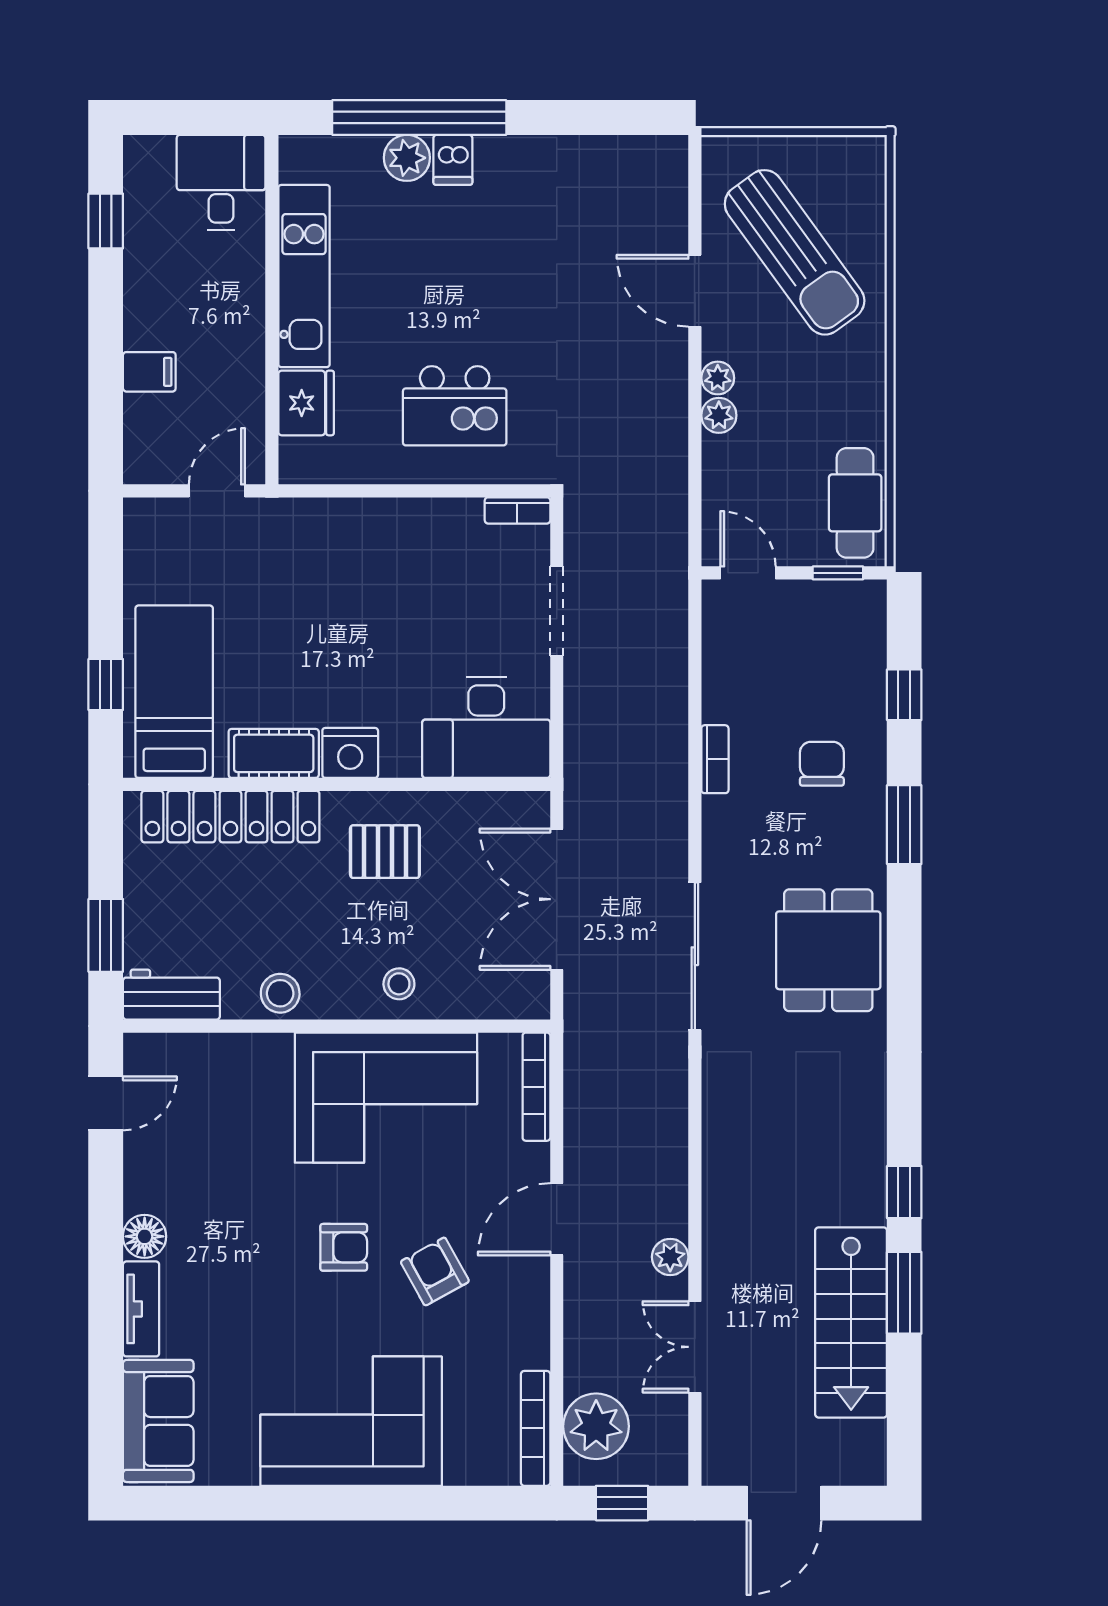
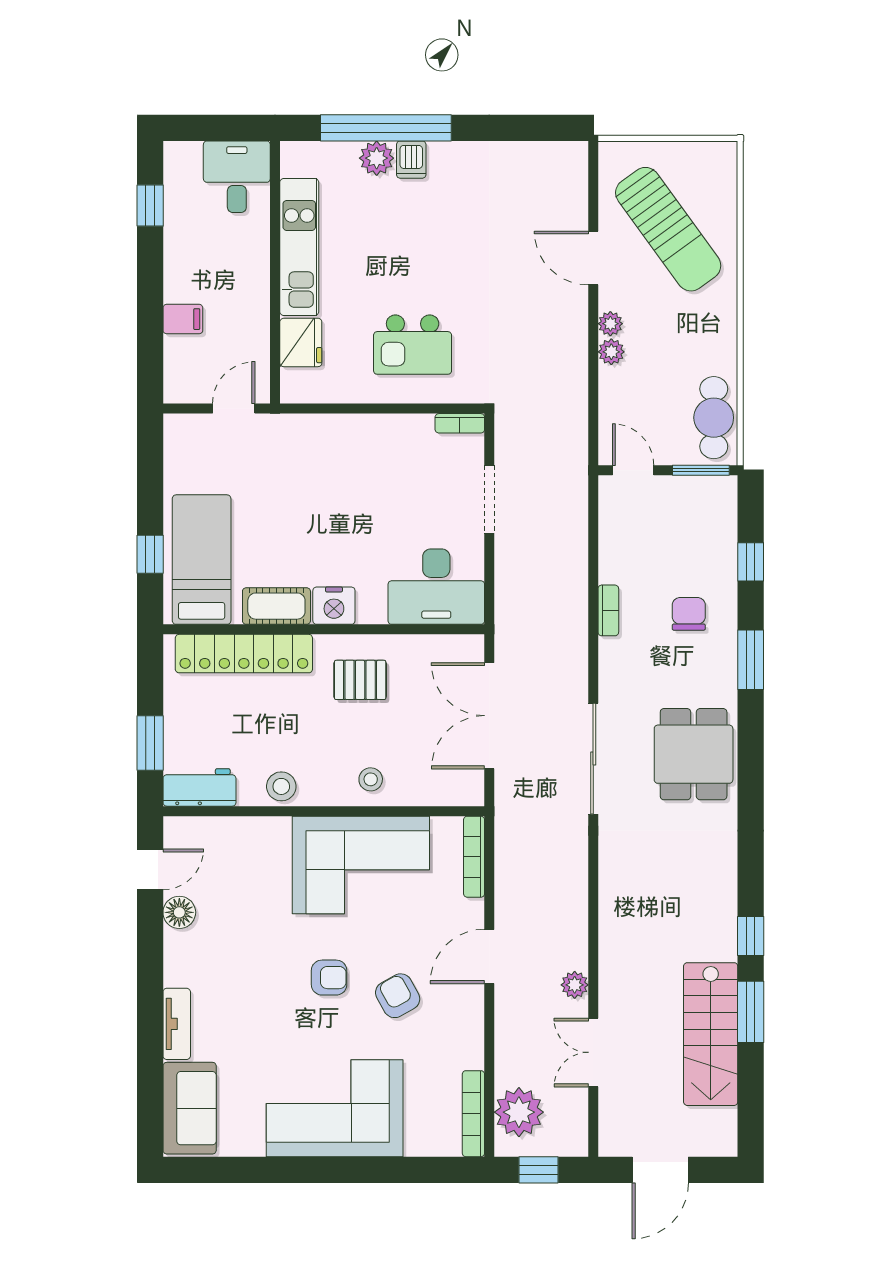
window: (838, 573) -> (701, 470), width x1.50
floor lamp: (145, 1236) -> (179, 912), moved

